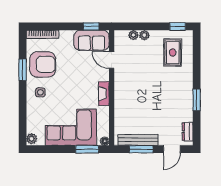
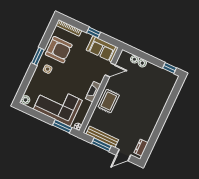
window: (91, 26) -> (94, 32), moved
rug: (173, 53) -> (109, 101), moved
door: (112, 60) -> (110, 70), swing flipped
window: (23, 70) -> (38, 56), moved
window: (197, 100) -> (158, 128), removed

